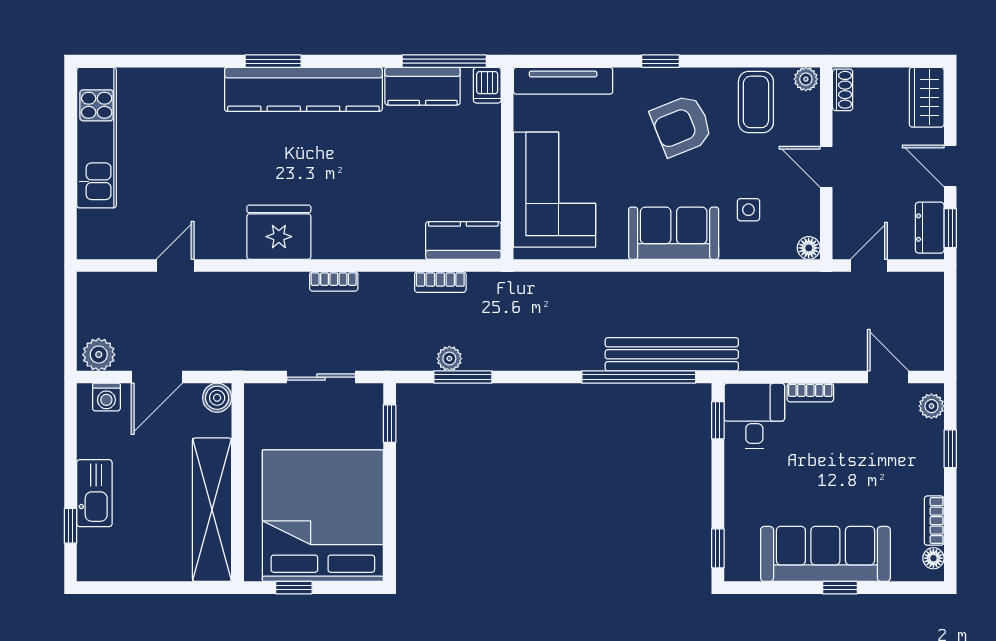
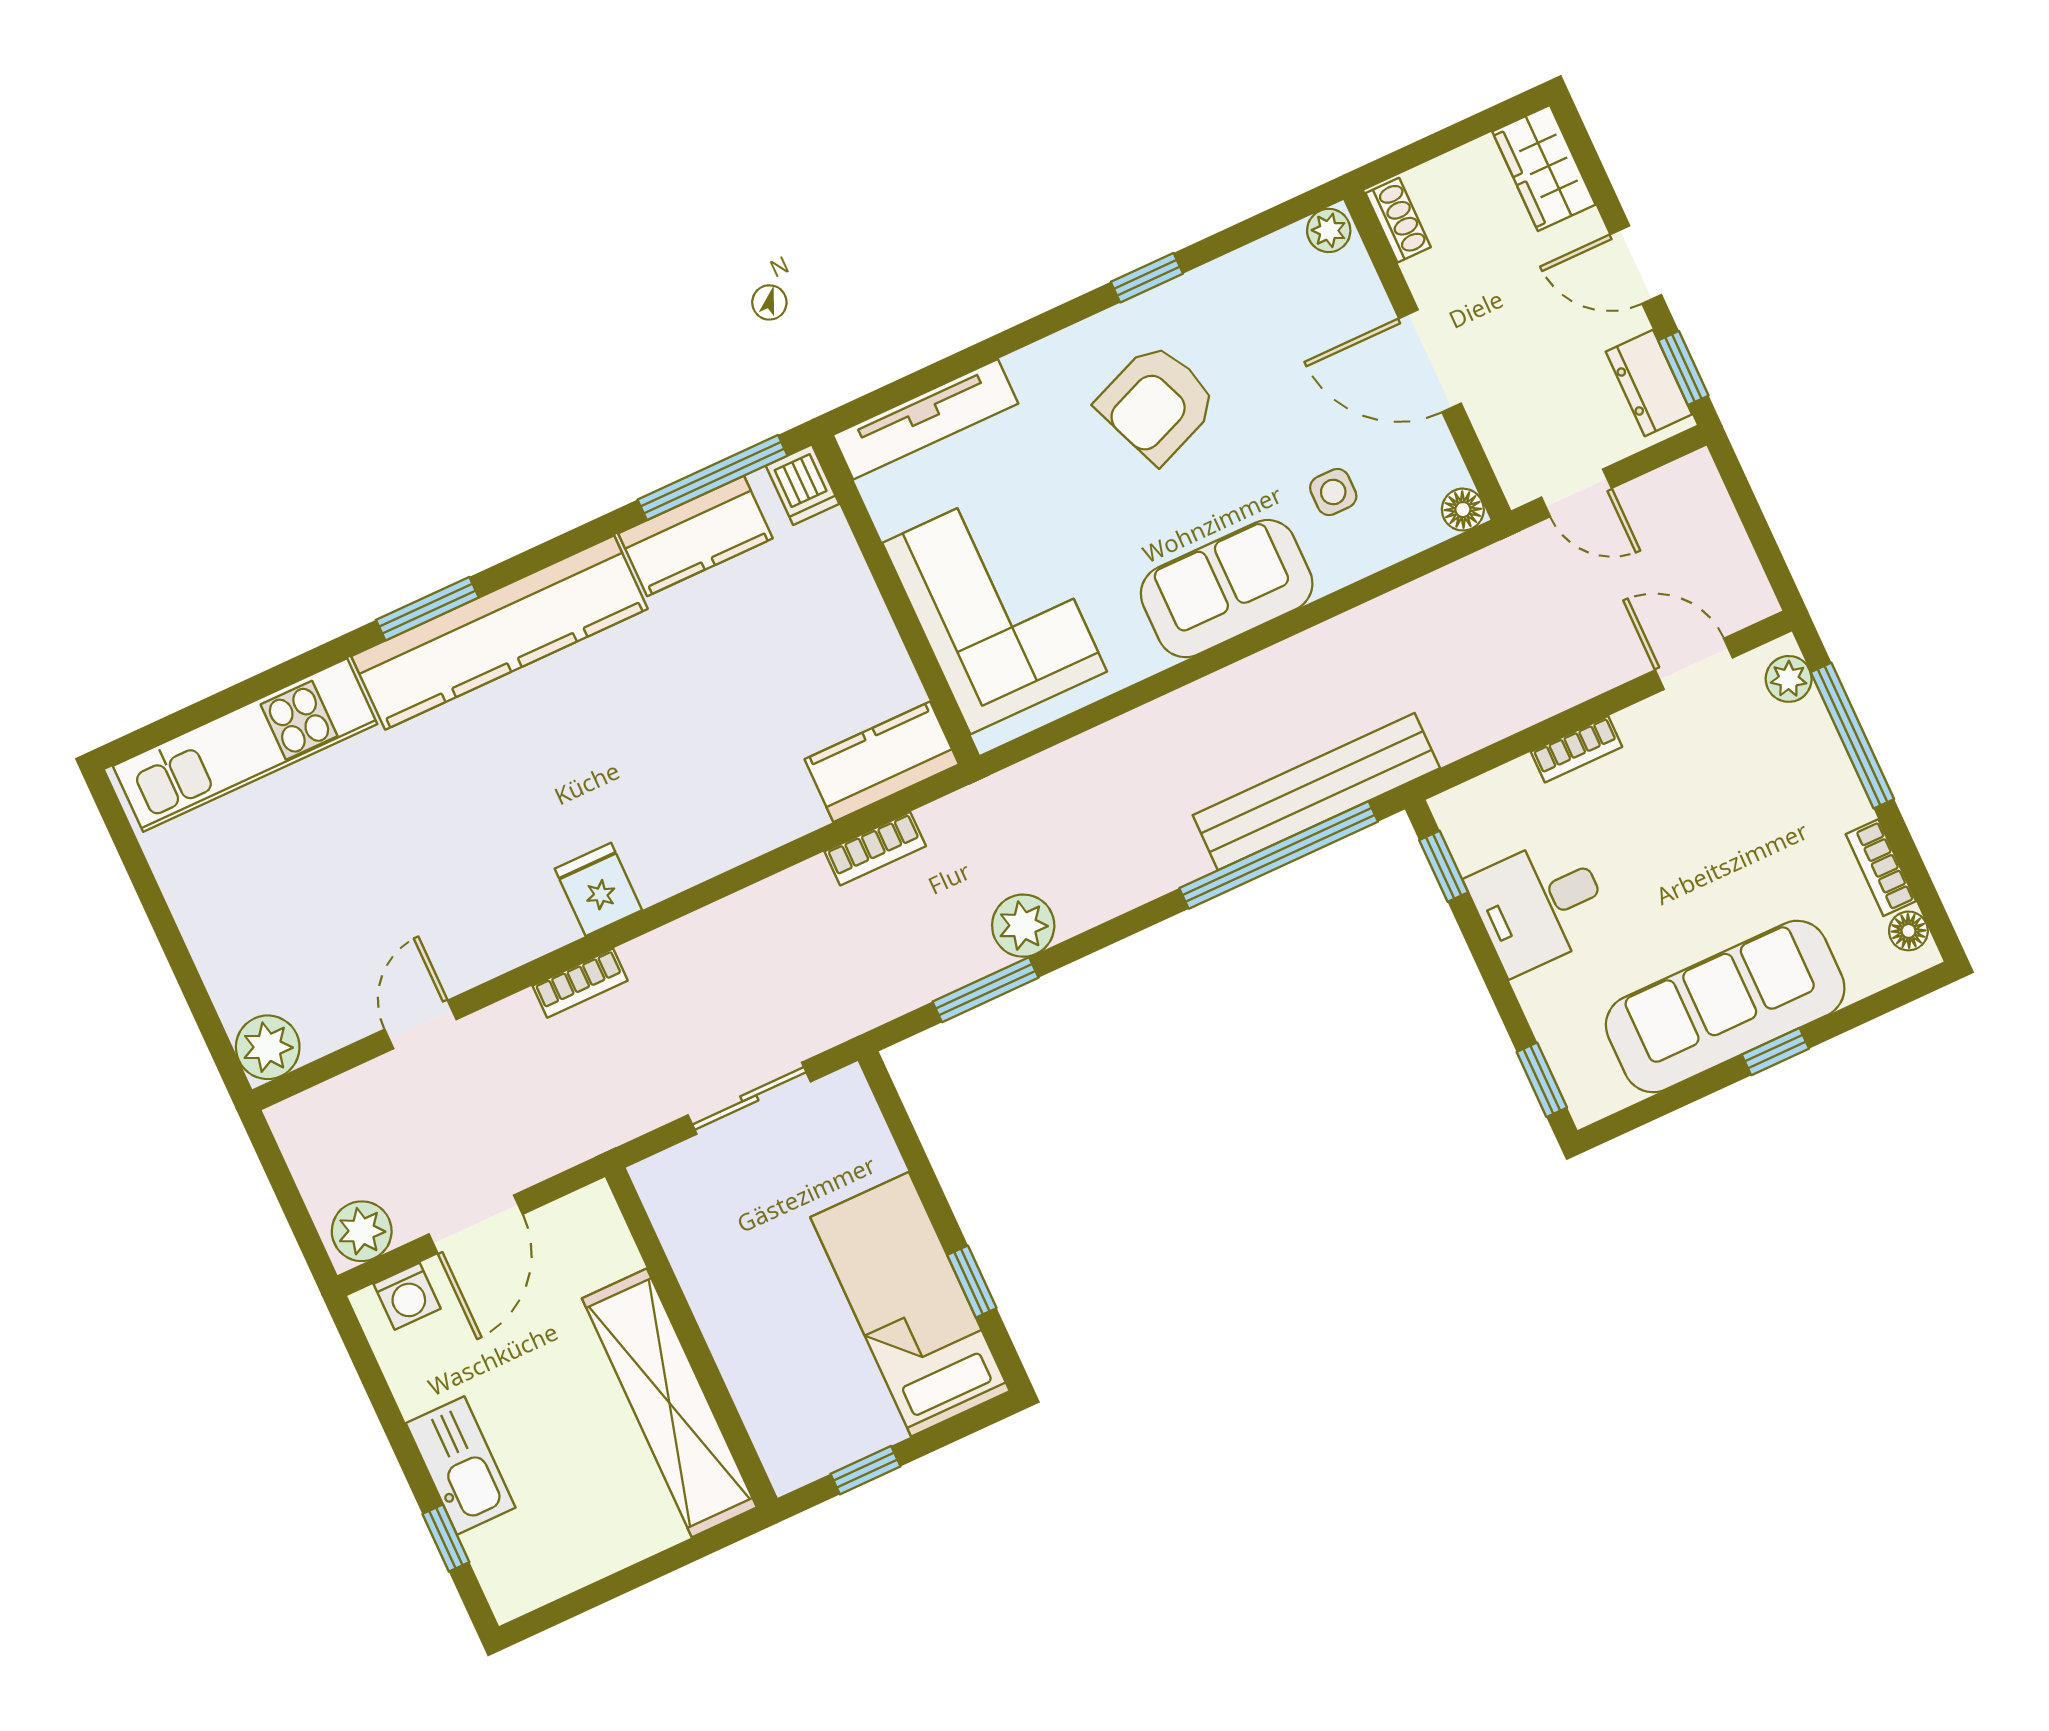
window: (660, 61) -> (1147, 278), moved
coffee table: (756, 102) -> (1263, 307), removed
kitchen unit: (97, 138) -> (245, 745), moved, turned 90
door: (826, 167) -> (1430, 361), width x1.38
fridge: (279, 232) -> (598, 889), width x0.53, depth x0.75
plant: (94, 242) -> (268, 1047), added
door: (869, 266) -> (1577, 493), swing flipped
bookcase: (334, 281) -> (580, 983), moved
plant: (449, 359) -> (1023, 926), moved, width x1.38, depth x1.38
boiler: (217, 398) -> (592, 1212), removed
desk: (754, 416) -> (1540, 905), moved, turned -90
window: (390, 424) -> (972, 1282), moved
window: (950, 449) -> (1852, 736), width x2.17
bed: (323, 516) -> (910, 1304), width x0.49

